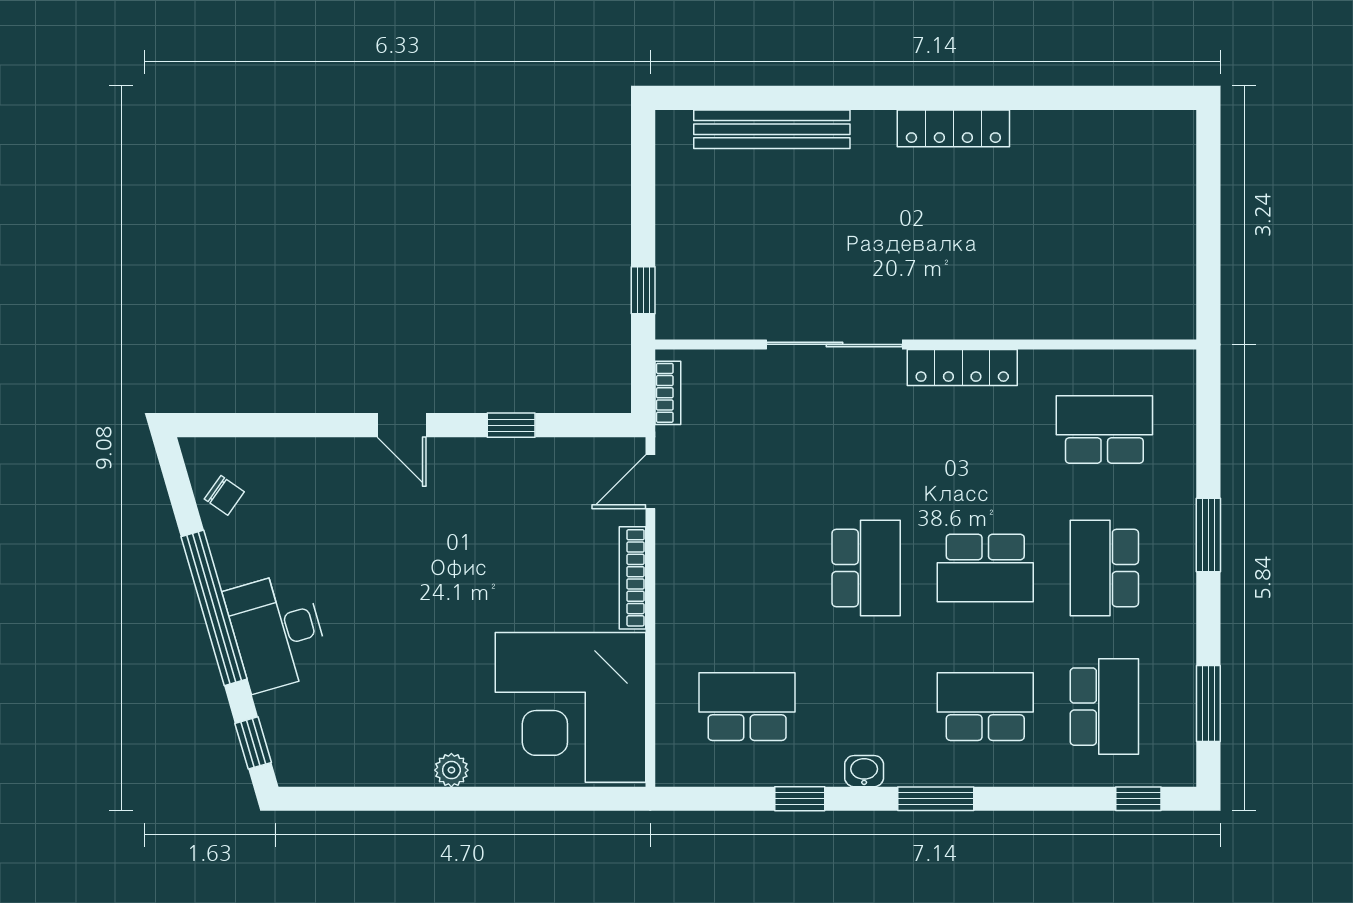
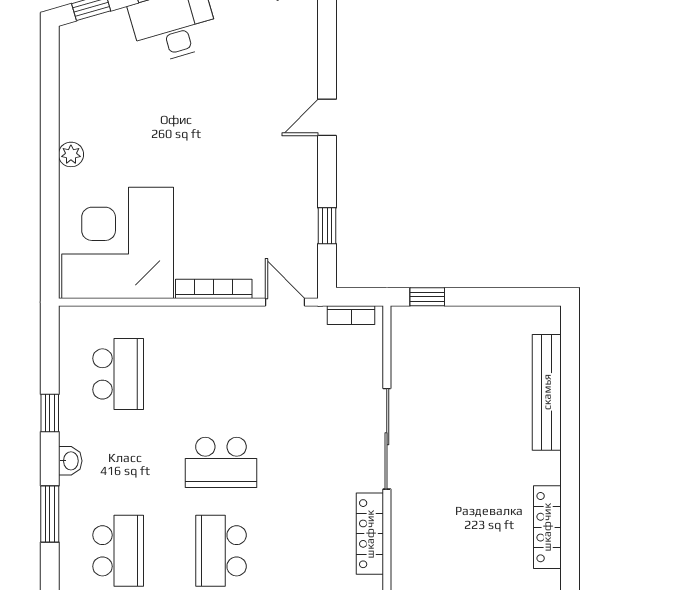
window: (511, 425) -> (327, 226), moved

